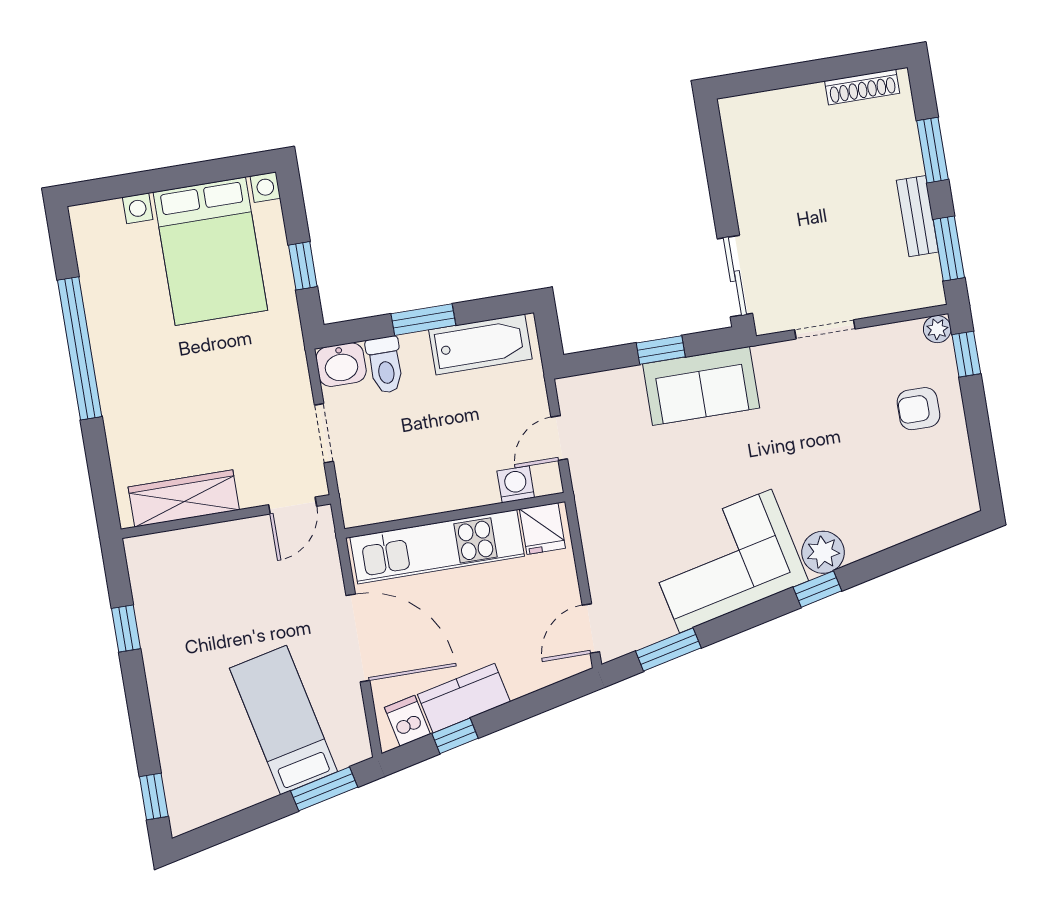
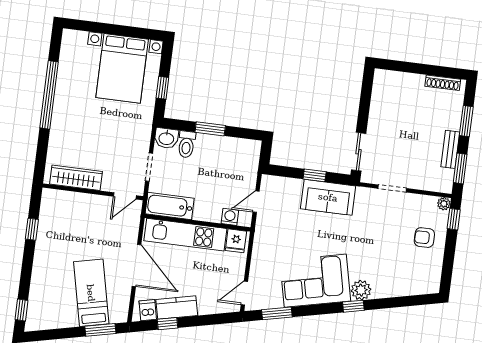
bathtub: (480, 344) -> (170, 206), moved, turned 180

